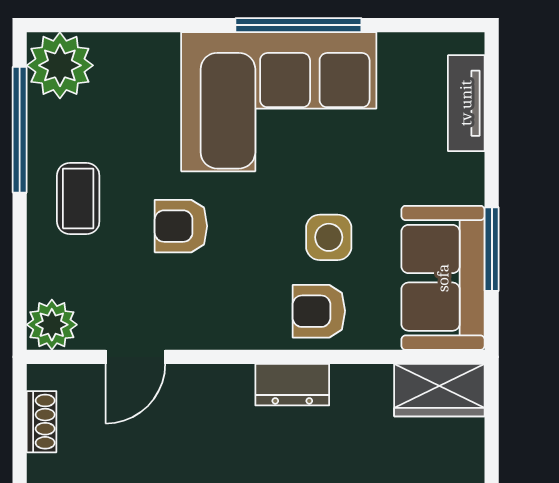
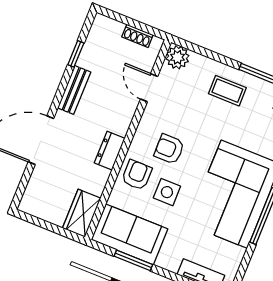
armchair: (181, 226) -> (169, 149), moved, turned -90

